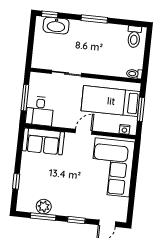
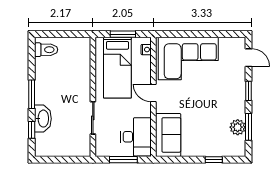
window: (50, 14) -> (32, 130), moved
washbasin: (56, 26) -> (43, 119), moved
toilet: (134, 74) -> (86, 45), removed
desk: (40, 111) -> (136, 137), width x1.37

